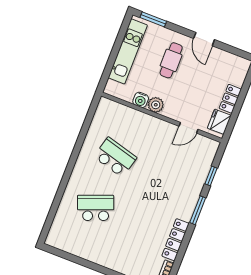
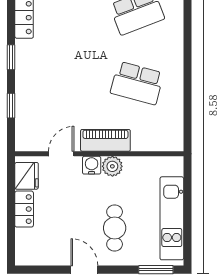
water cooler: (141, 100) -> (92, 165), moved
piano: (153, 125) -> (105, 140), added
window: (198, 210) -> (11, 57), width x0.67

